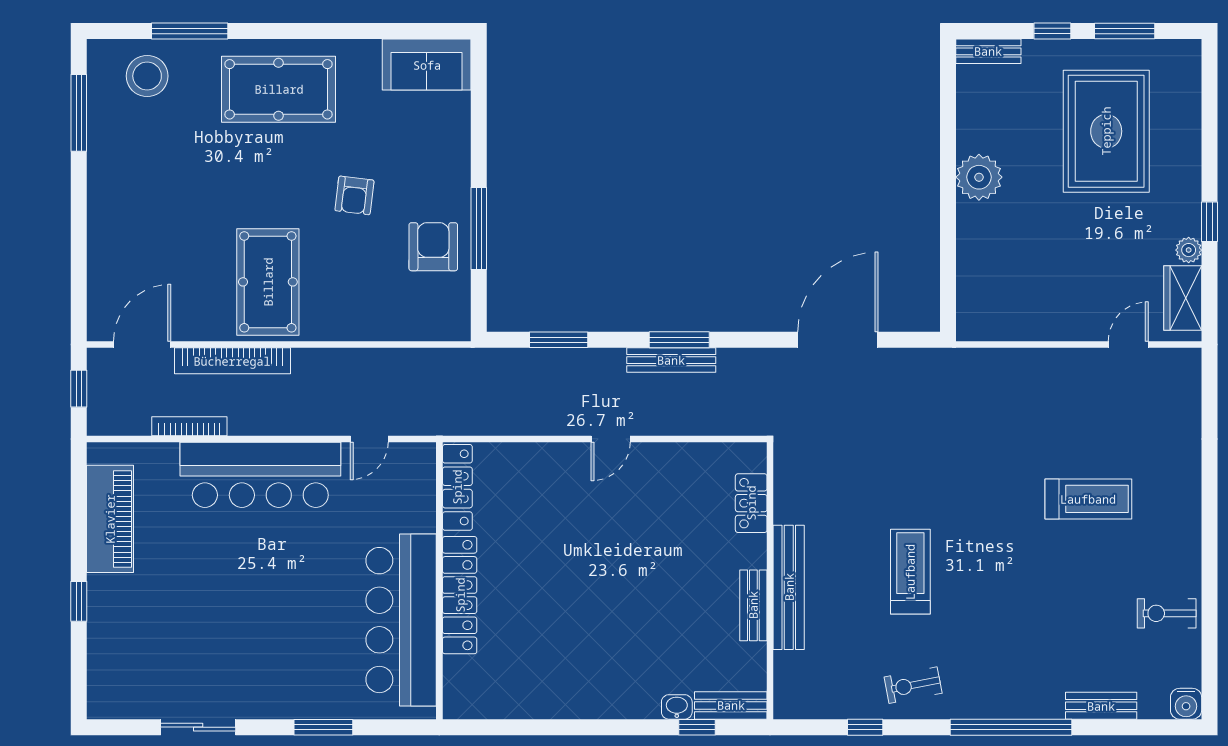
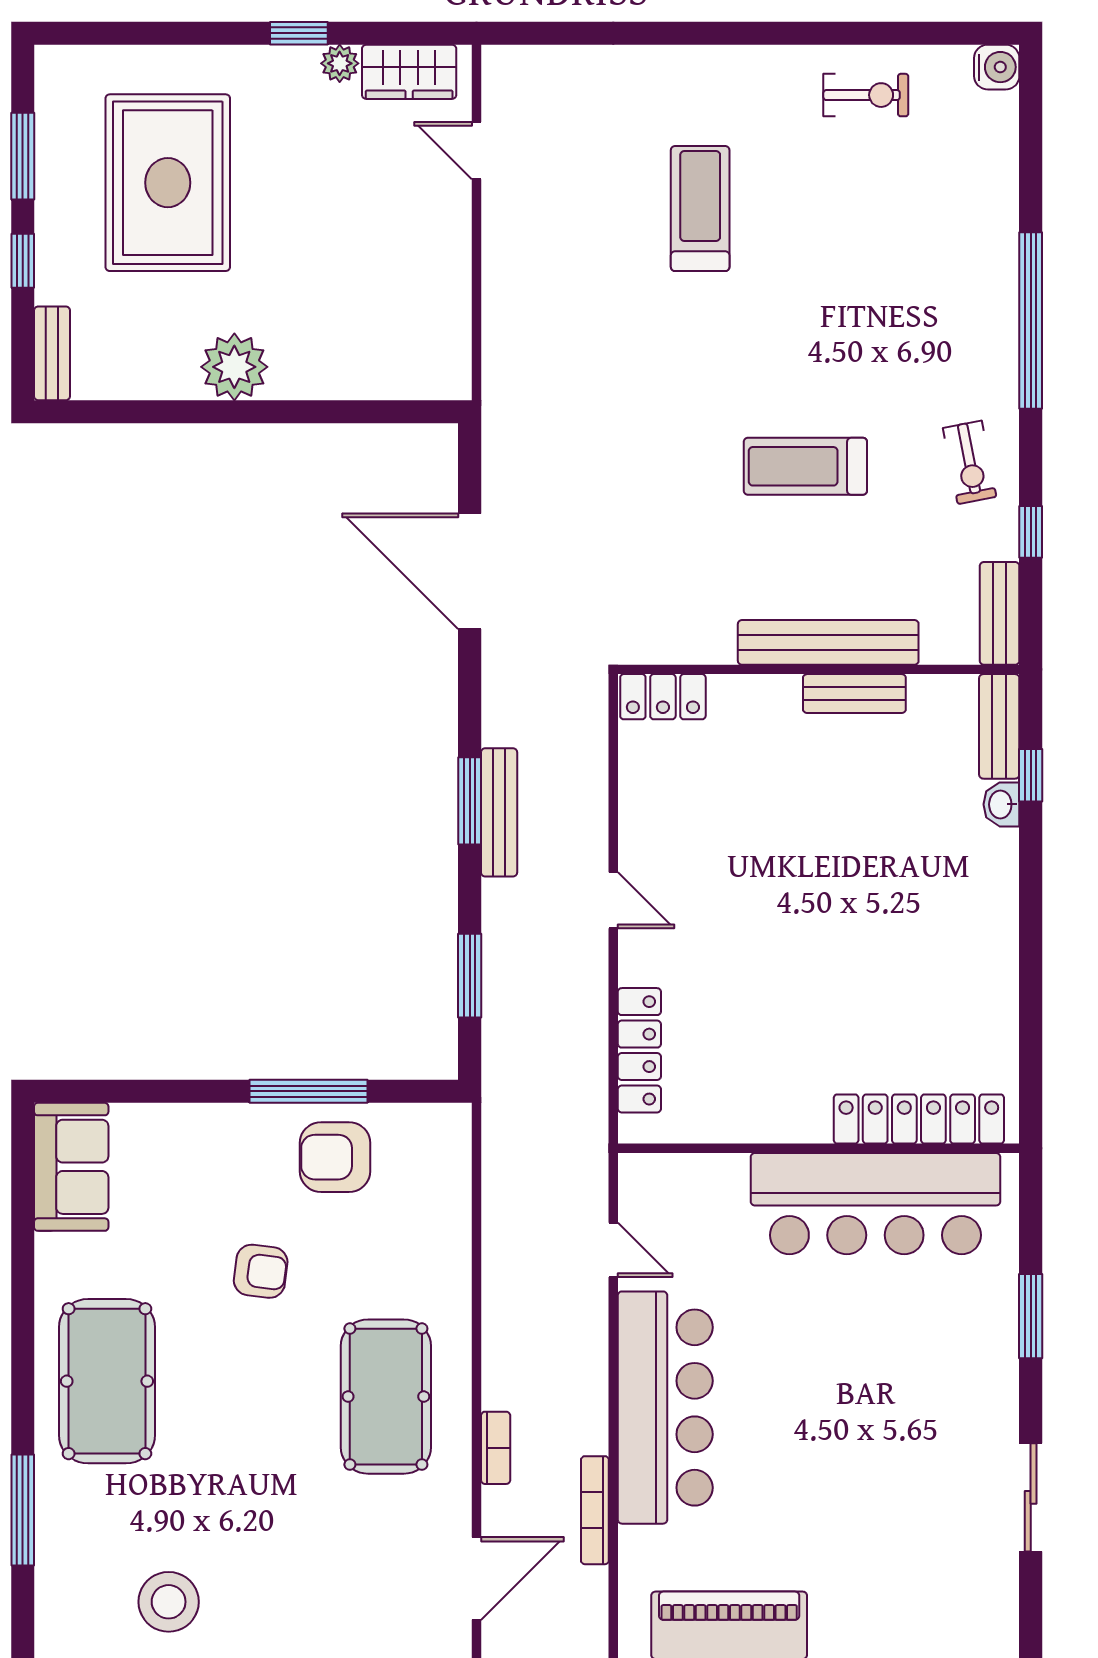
stool: (147, 76) -> (169, 1602), moved
rug: (1106, 131) -> (168, 183), turned 90
pool table: (268, 282) -> (386, 1397), turned 90
door: (142, 344) -> (476, 1579), swing flipped
bookcase: (232, 361) -> (496, 1448), width x0.43, depth x0.76
locker: (457, 487) -> (639, 1050), moved, turned 90
locker: (751, 503) -> (663, 697), moved
locker: (460, 595) -> (919, 1119), moved
exercise bike: (1167, 613) -> (866, 95), turned -90
bench: (1101, 706) -> (1000, 613), moved

